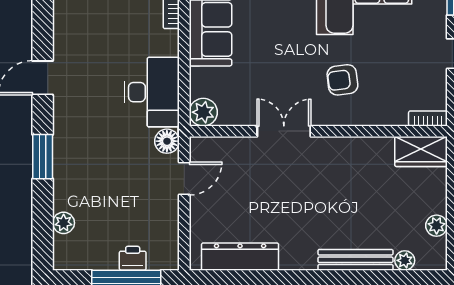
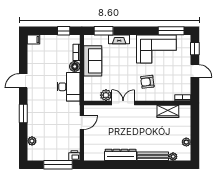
plant: (203, 112) -> (106, 95), moved
floor lamp: (167, 141) -> (75, 66), moved
wardrobe: (421, 151) -> (168, 111), moved
dresser: (240, 257) -> (121, 155), moved
printer: (133, 258) -> (74, 156), moved

